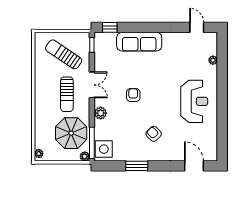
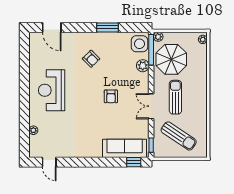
sofa: (139, 42) -> (125, 148), moved
plant: (101, 113) -> (143, 66), moved

